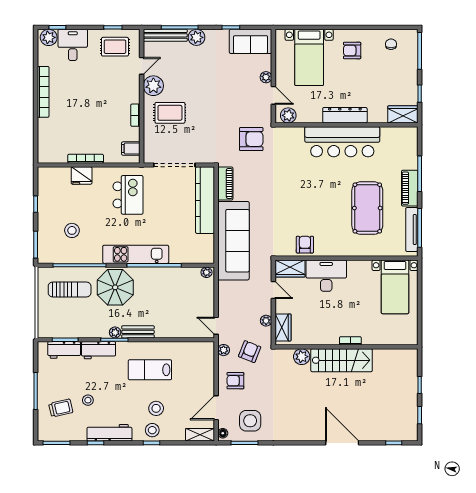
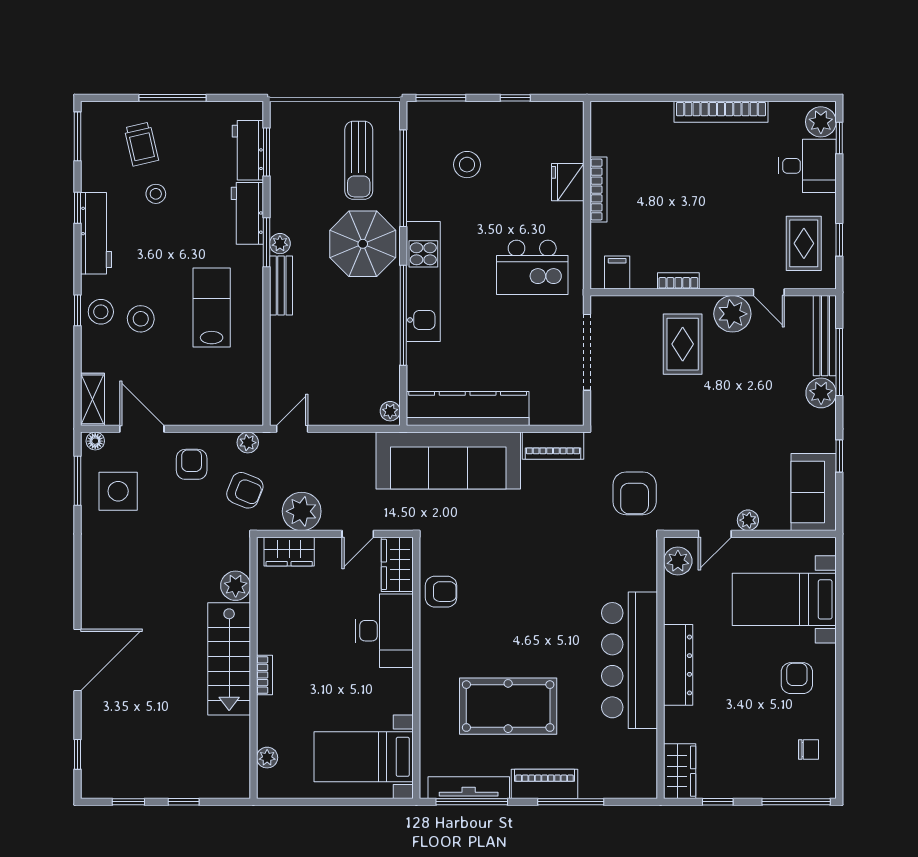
kitchen counter: (205, 200) -> (468, 409), moved
plant: (266, 321) -> (302, 511), width x1.88, depth x1.88
plant: (395, 339) -> (267, 758), added

